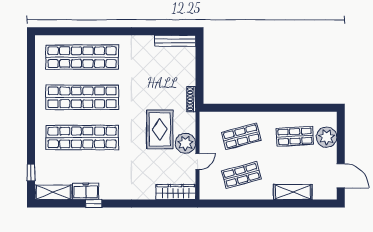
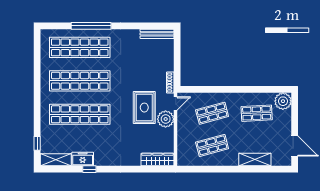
window: (96, 31) -> (91, 26), added
plant: (327, 137) -> (283, 101), moved
door: (197, 162) -> (176, 104), moved

